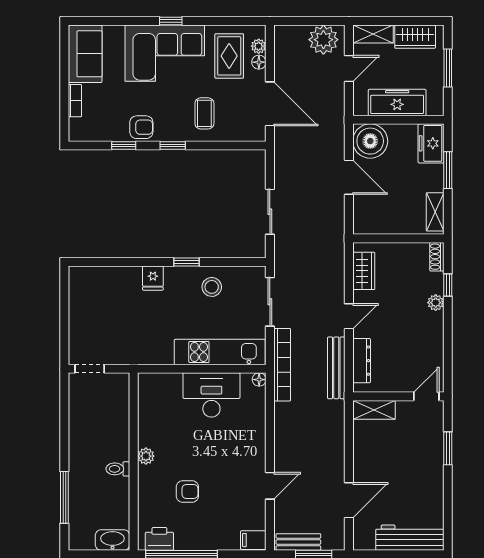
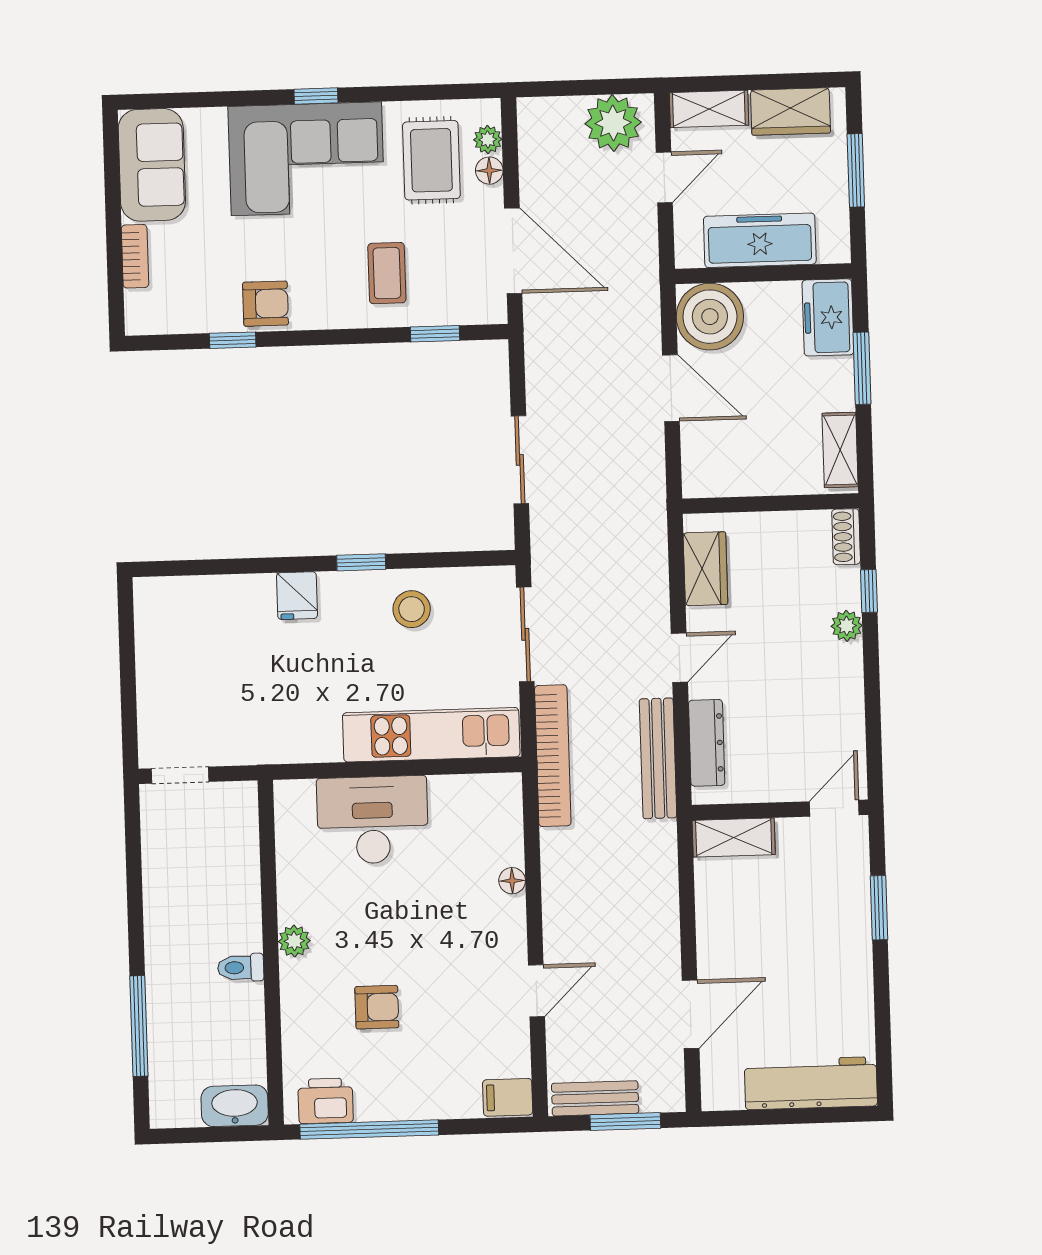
window: (173, 145) -> (435, 334), moved
floor lamp: (259, 380) -> (512, 881), moved
desk: (211, 395) -> (373, 820), moved

